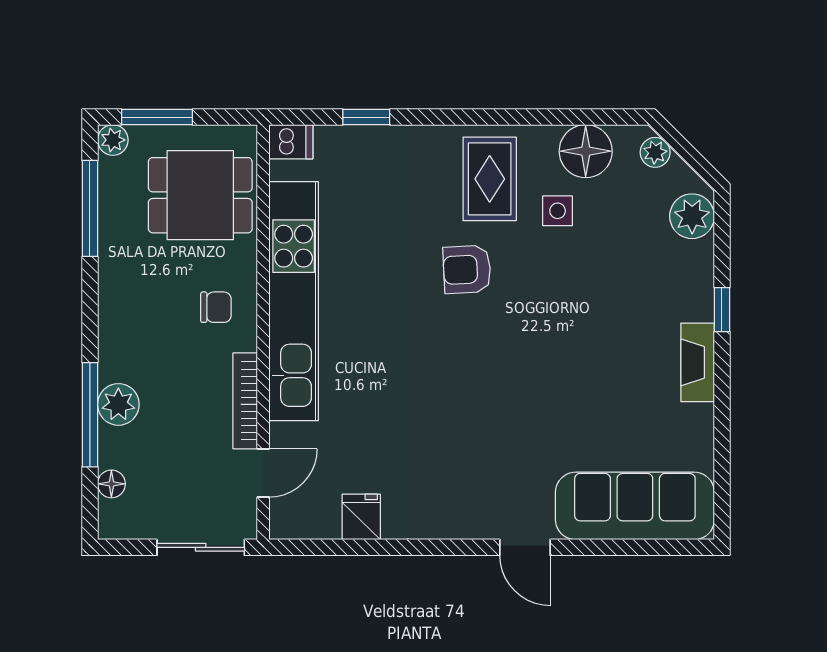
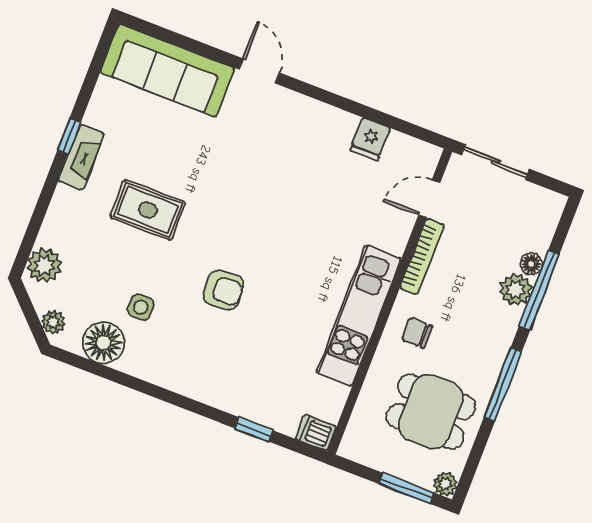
rug: (490, 179) -> (148, 210), moved, turned 90
dining table: (200, 195) -> (431, 412), moved
window: (90, 208) -> (503, 384), moved
kitchen unit: (294, 301) -> (359, 316), width x0.73
window: (722, 310) -> (69, 136), moved
floor lamp: (111, 484) -> (531, 264), moved

